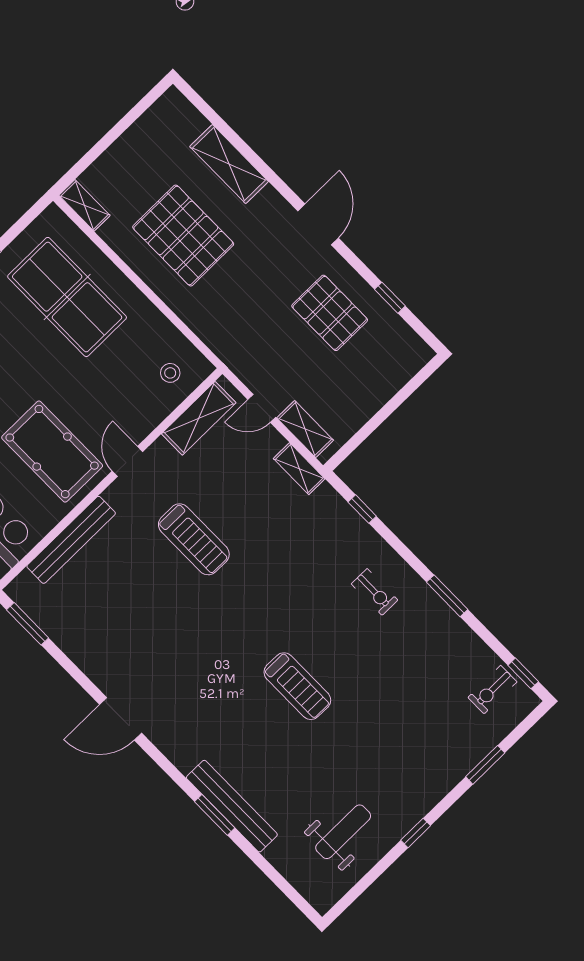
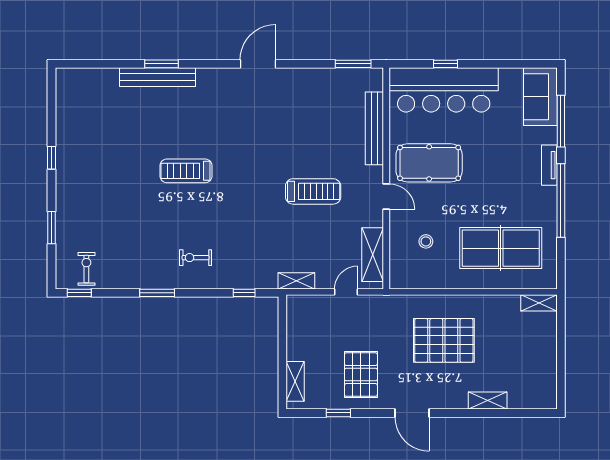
shelving: (229, 164) -> (488, 401), width x0.67, depth x0.75
pallet: (183, 236) -> (444, 340), moved
pallet: (330, 313) -> (361, 375), turned 90
stool: (170, 373) -> (426, 241), moved
shelving: (305, 429) -> (295, 381), moved, turned 90
treadmill: (194, 539) -> (313, 191), turned 180
weight bench: (343, 832) -> (88, 121), removed

